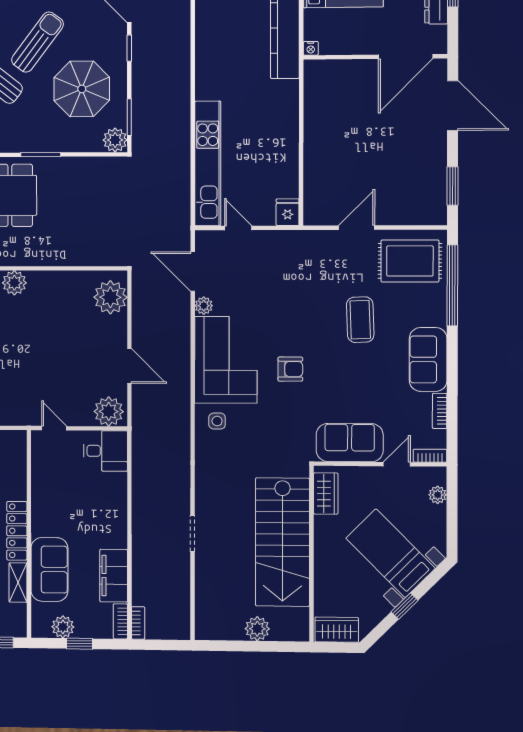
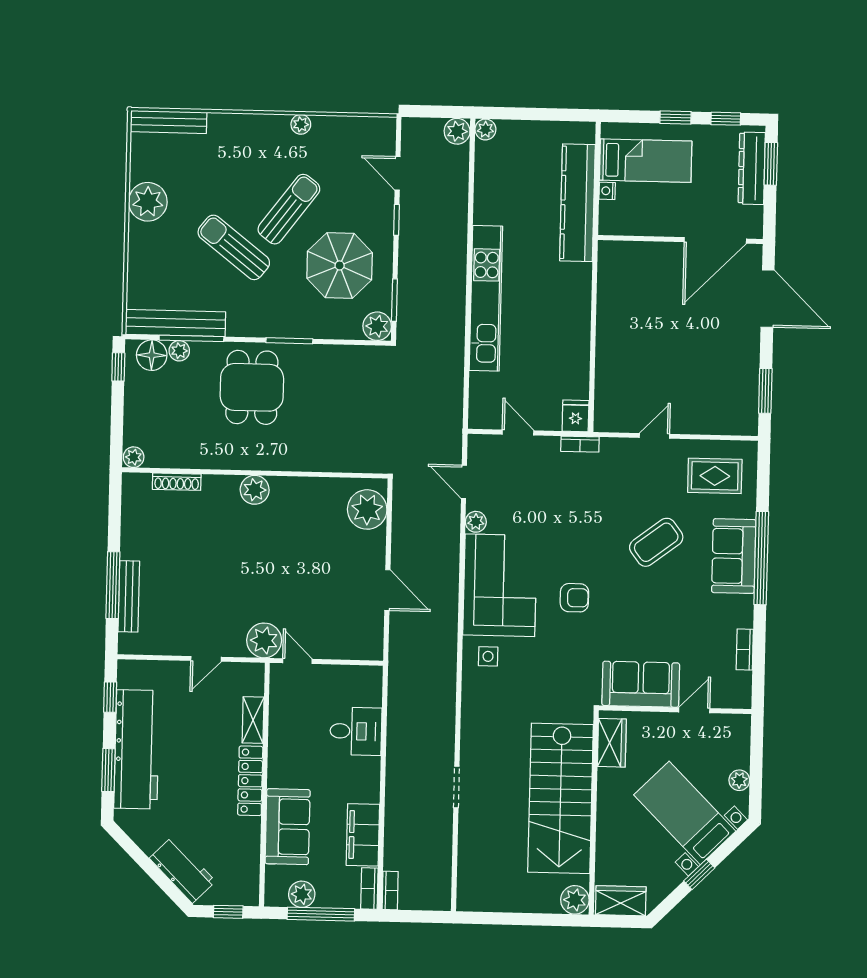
nightstand: (311, 48) -> (607, 191), moved, turned 90
kitchen unit: (208, 163) -> (486, 298), moved
door: (356, 228) -> (654, 436), width x0.73
rug: (410, 261) -> (715, 476), width x0.73, depth x0.70
door: (193, 272) -> (464, 482), width x0.73
window: (452, 285) -> (761, 558), moved
coffee table: (360, 320) -> (656, 542), turned 55
sofa: (428, 359) -> (734, 556), moved
plant: (109, 411) -> (264, 640), moved
desk: (105, 451) -> (356, 731), moved
bookcase: (430, 456) -> (580, 444), moved, turned 180
plant: (438, 495) -> (739, 780), moved
shelving: (18, 583) -> (253, 720), moved
plant: (257, 629) -> (575, 900), moved
window: (80, 644) -> (321, 914), width x2.17

